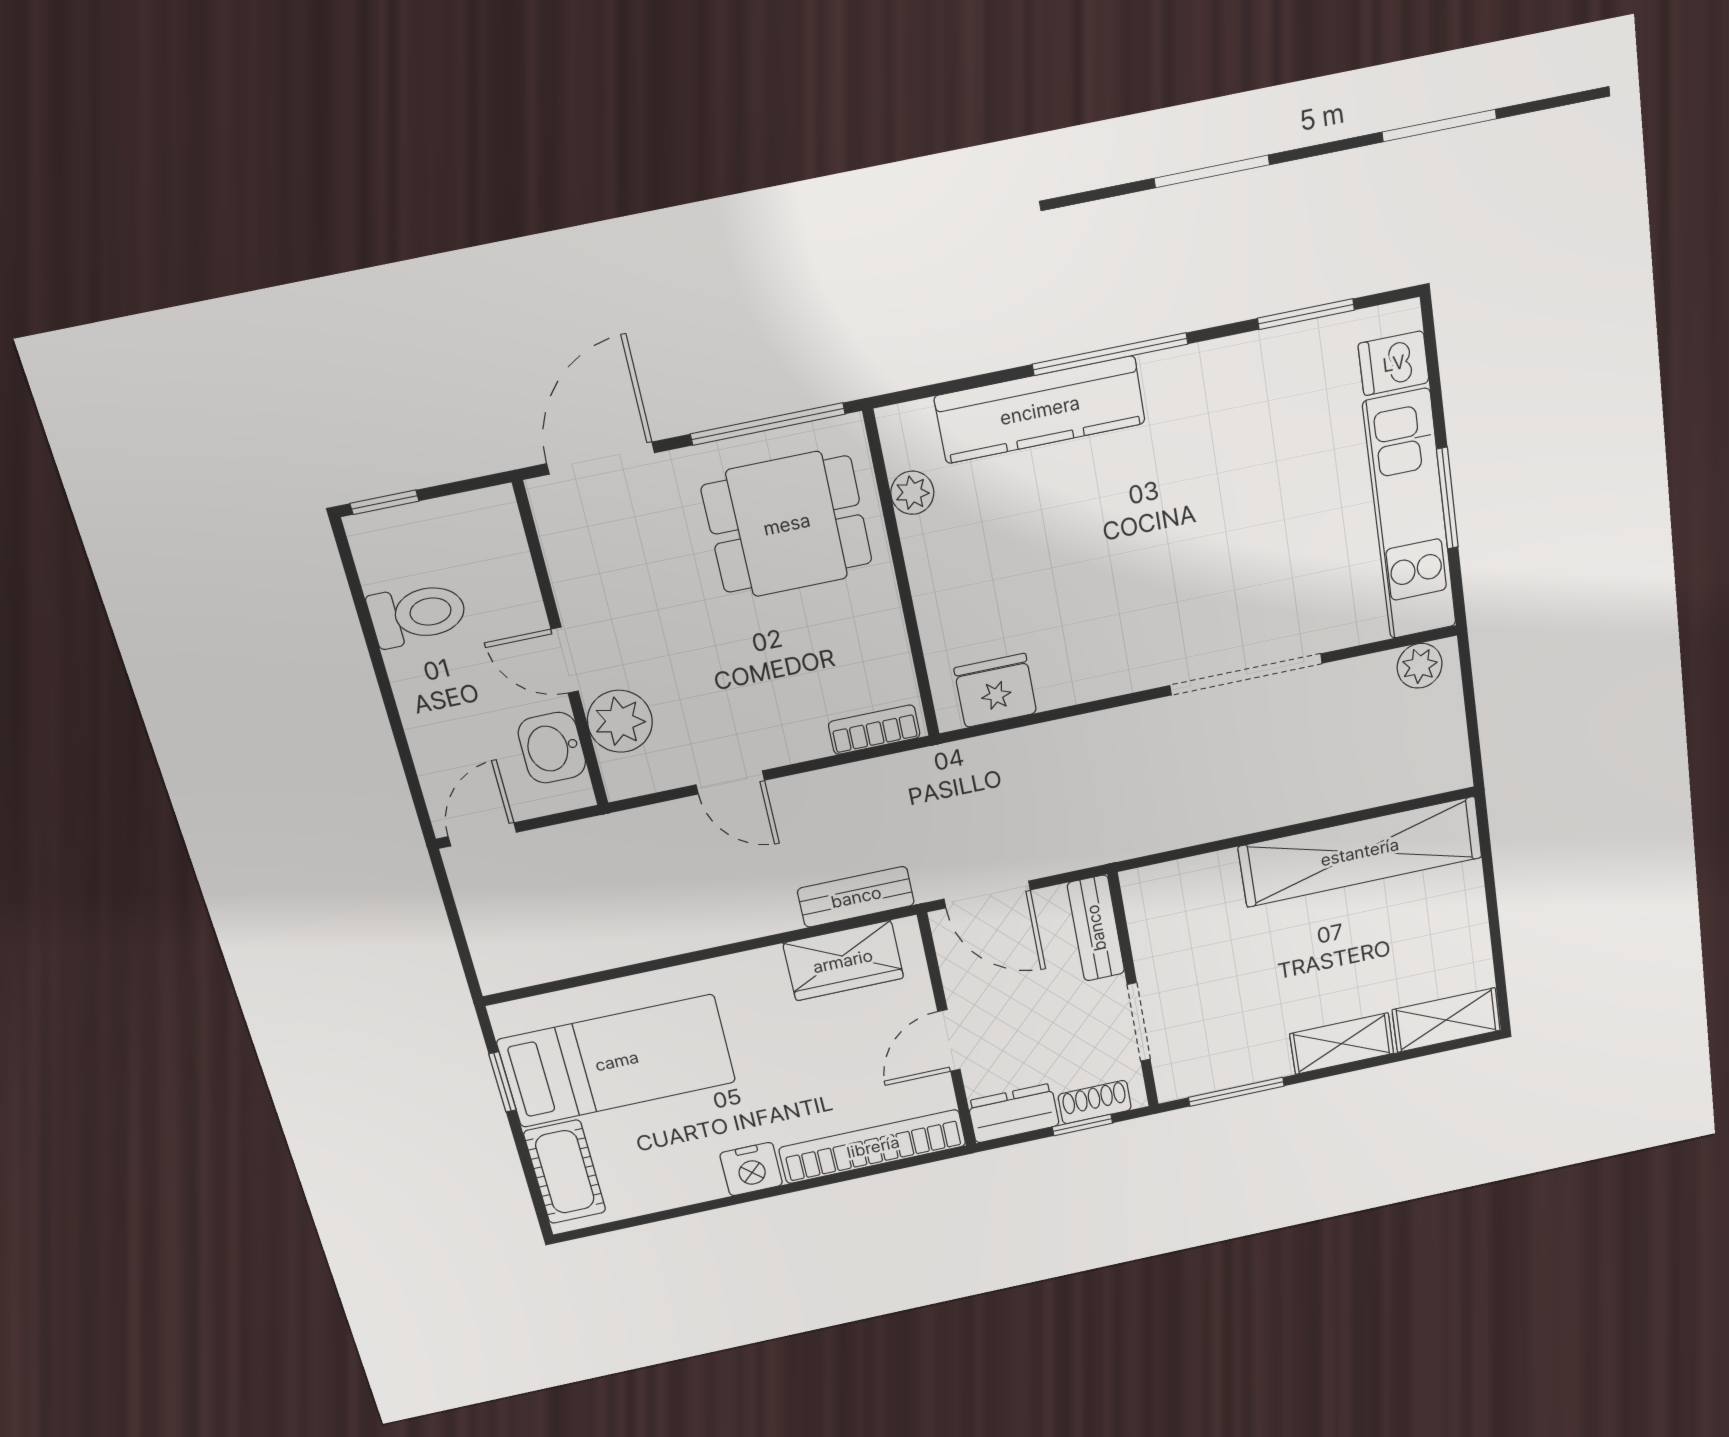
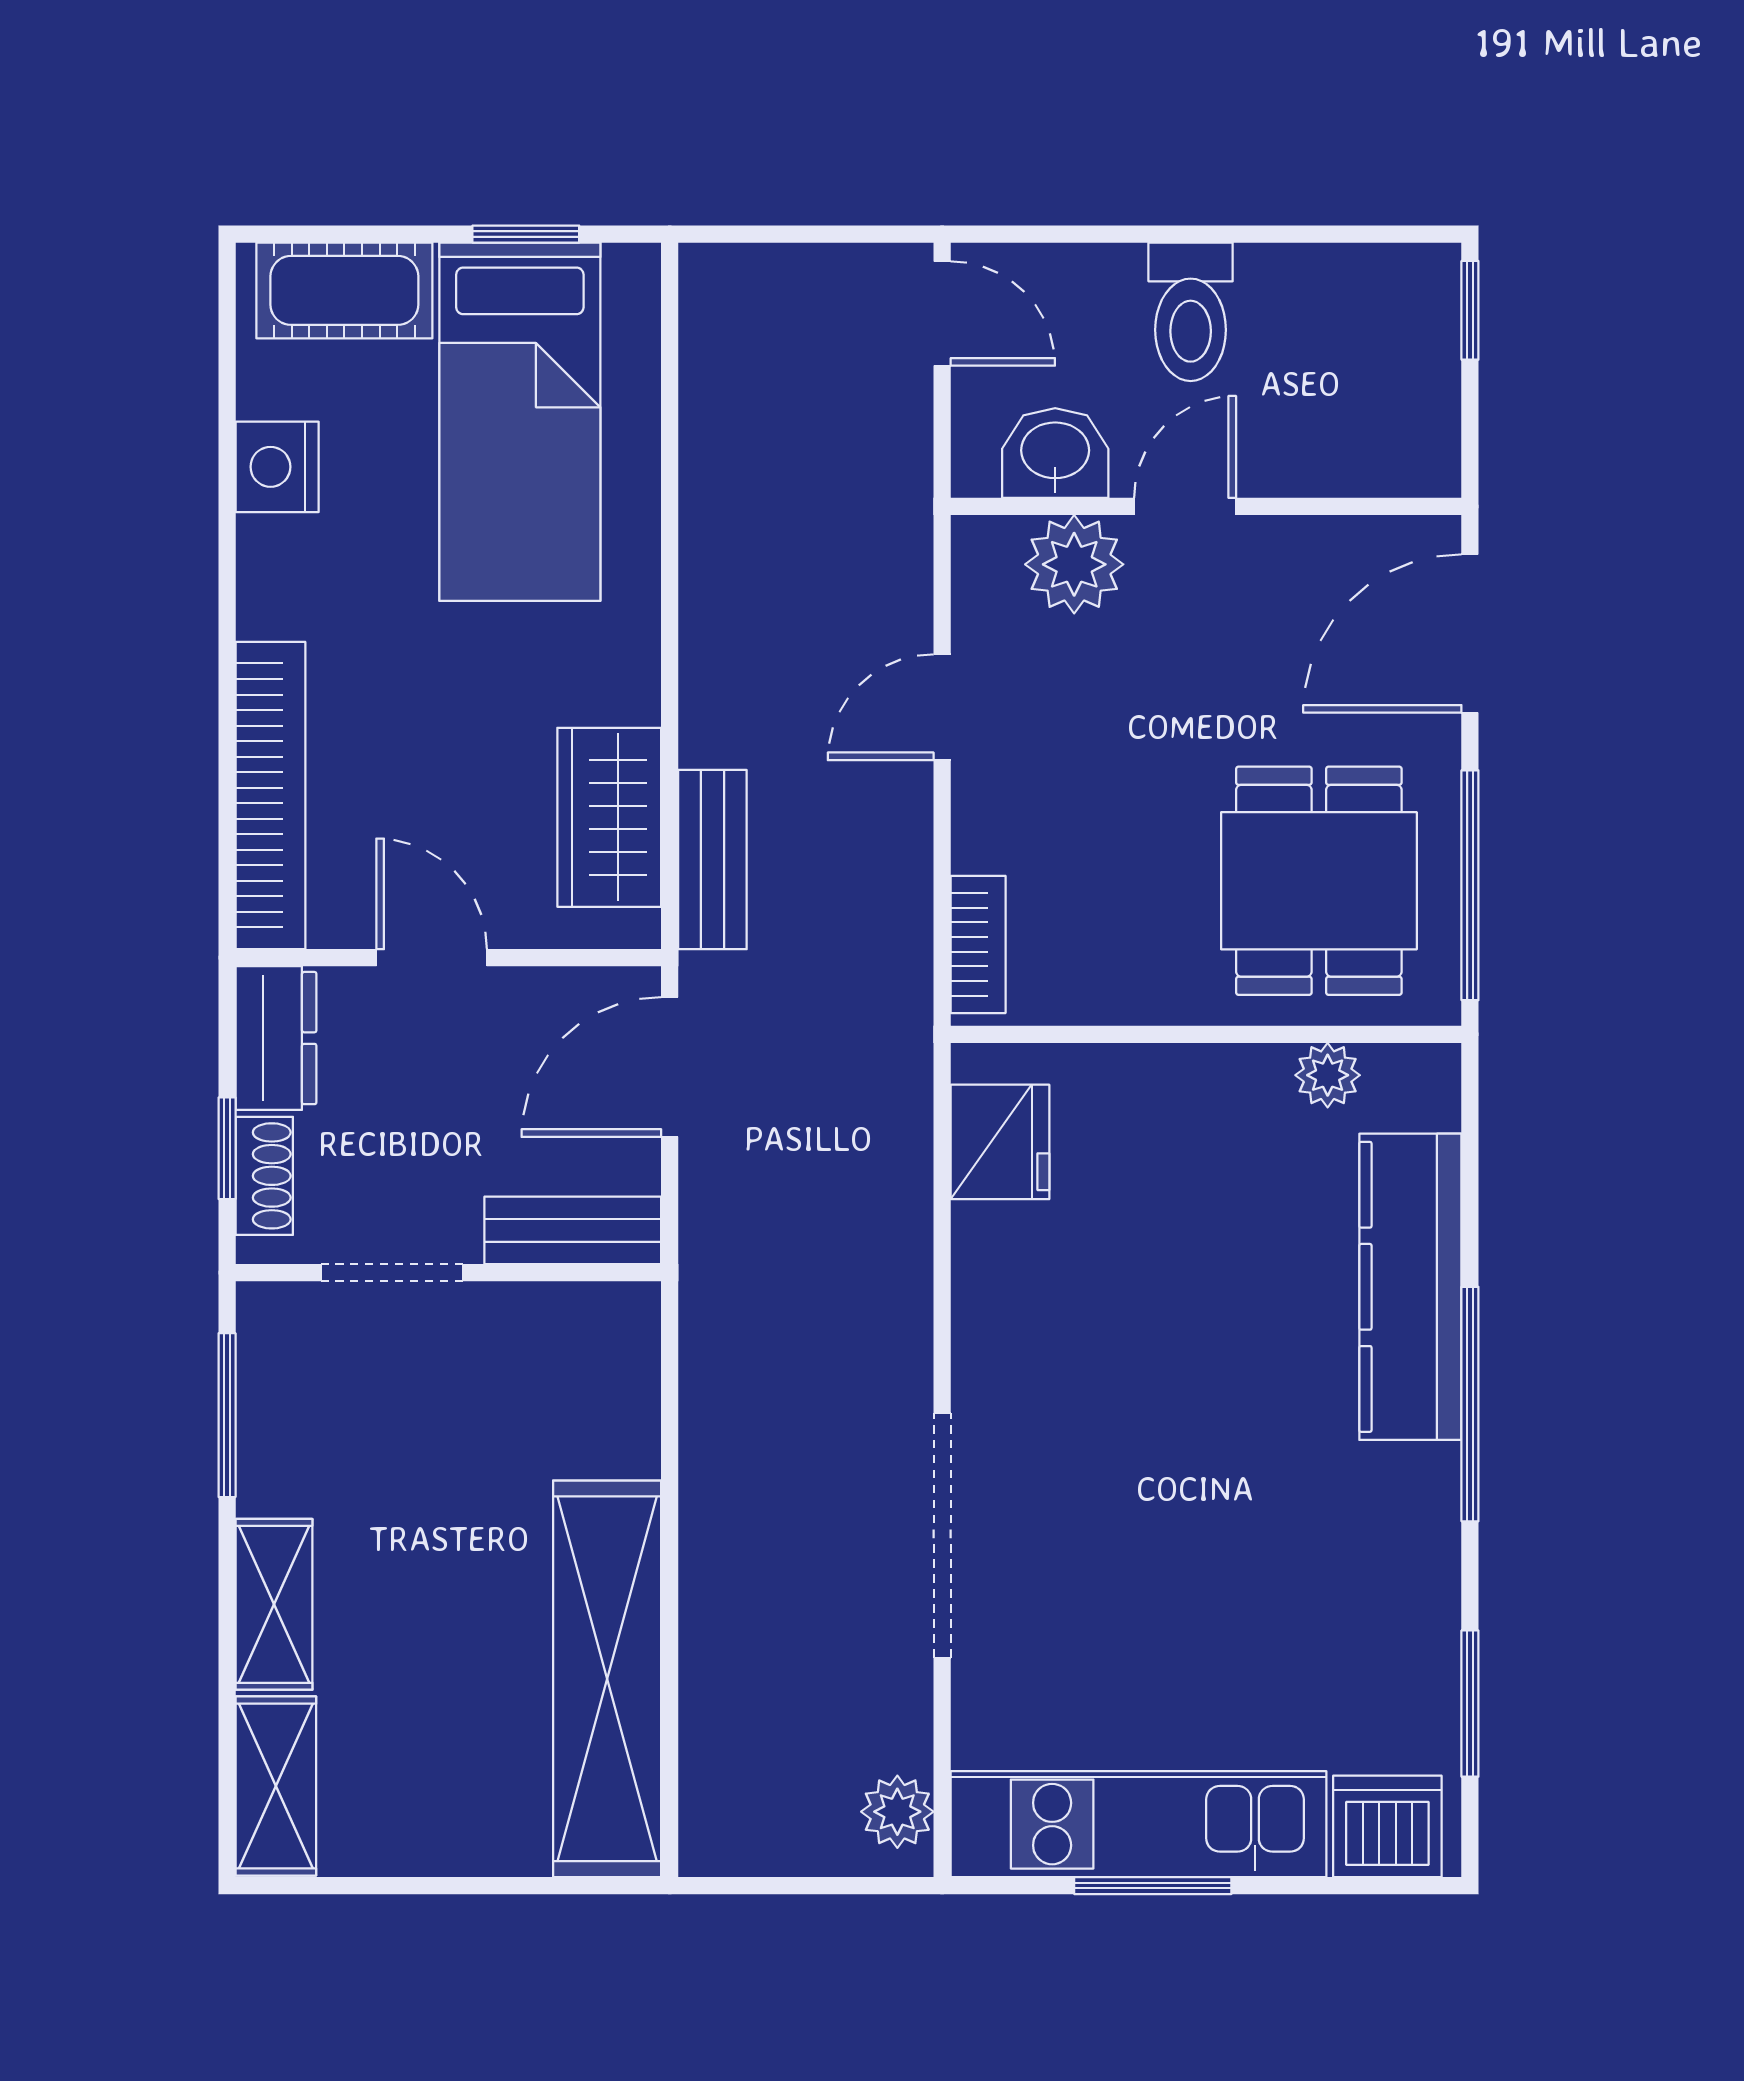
dishwasher: (1394, 363) -> (1387, 1826), width x1.38
door: (601, 458) -> (1470, 634), swing flipped
toilet: (418, 614) -> (1191, 312), moved
nightstand: (751, 1169) -> (277, 467), moved

